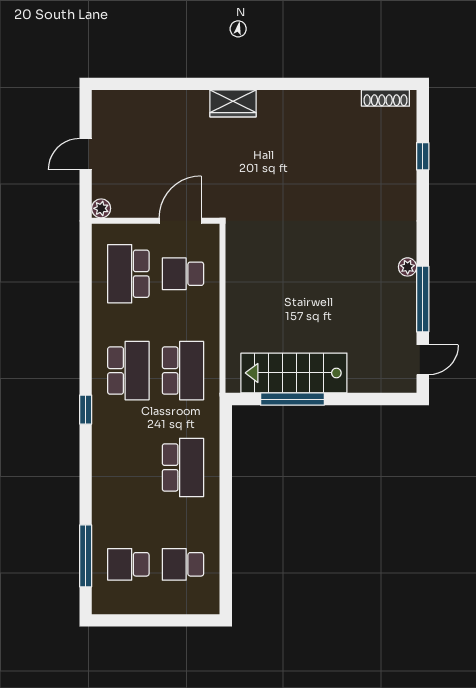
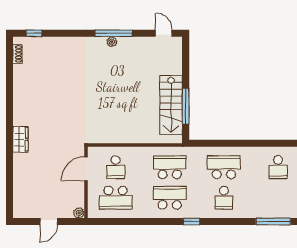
shoe rack: (385, 98) -> (17, 54), width x0.70
door: (86, 154) -> (49, 222), hinge flipped
window: (423, 156) -> (34, 33), moved
door: (180, 221) -> (86, 169), hinge flipped
window: (423, 299) -> (114, 33), moved
school desk: (128, 564) -> (224, 198), moved

